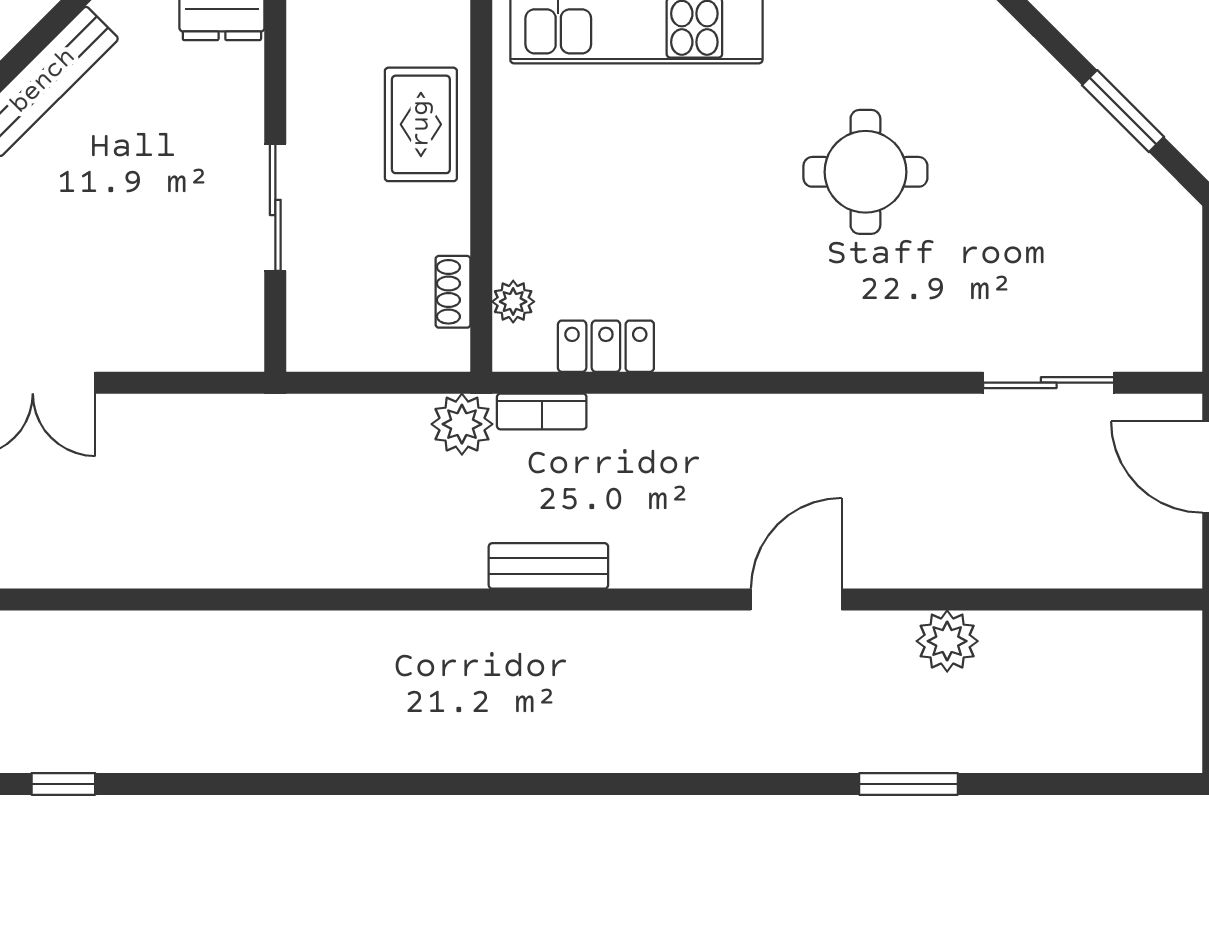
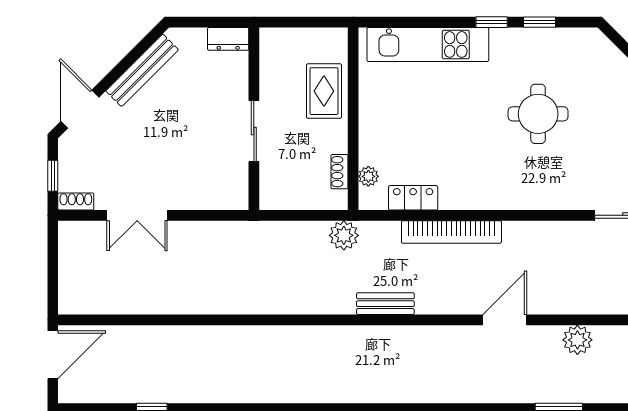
bookcase: (542, 411) -> (451, 232), moved, width x2.31, depth x1.31

